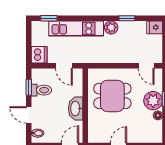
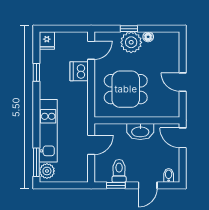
window: (49, 18) -> (36, 162), width x1.50
plant: (111, 27) -> (47, 171), moved
dishwasher: (39, 55) -> (79, 71), moved, turned -90
dining table: (112, 96) -> (126, 89), turned 90

